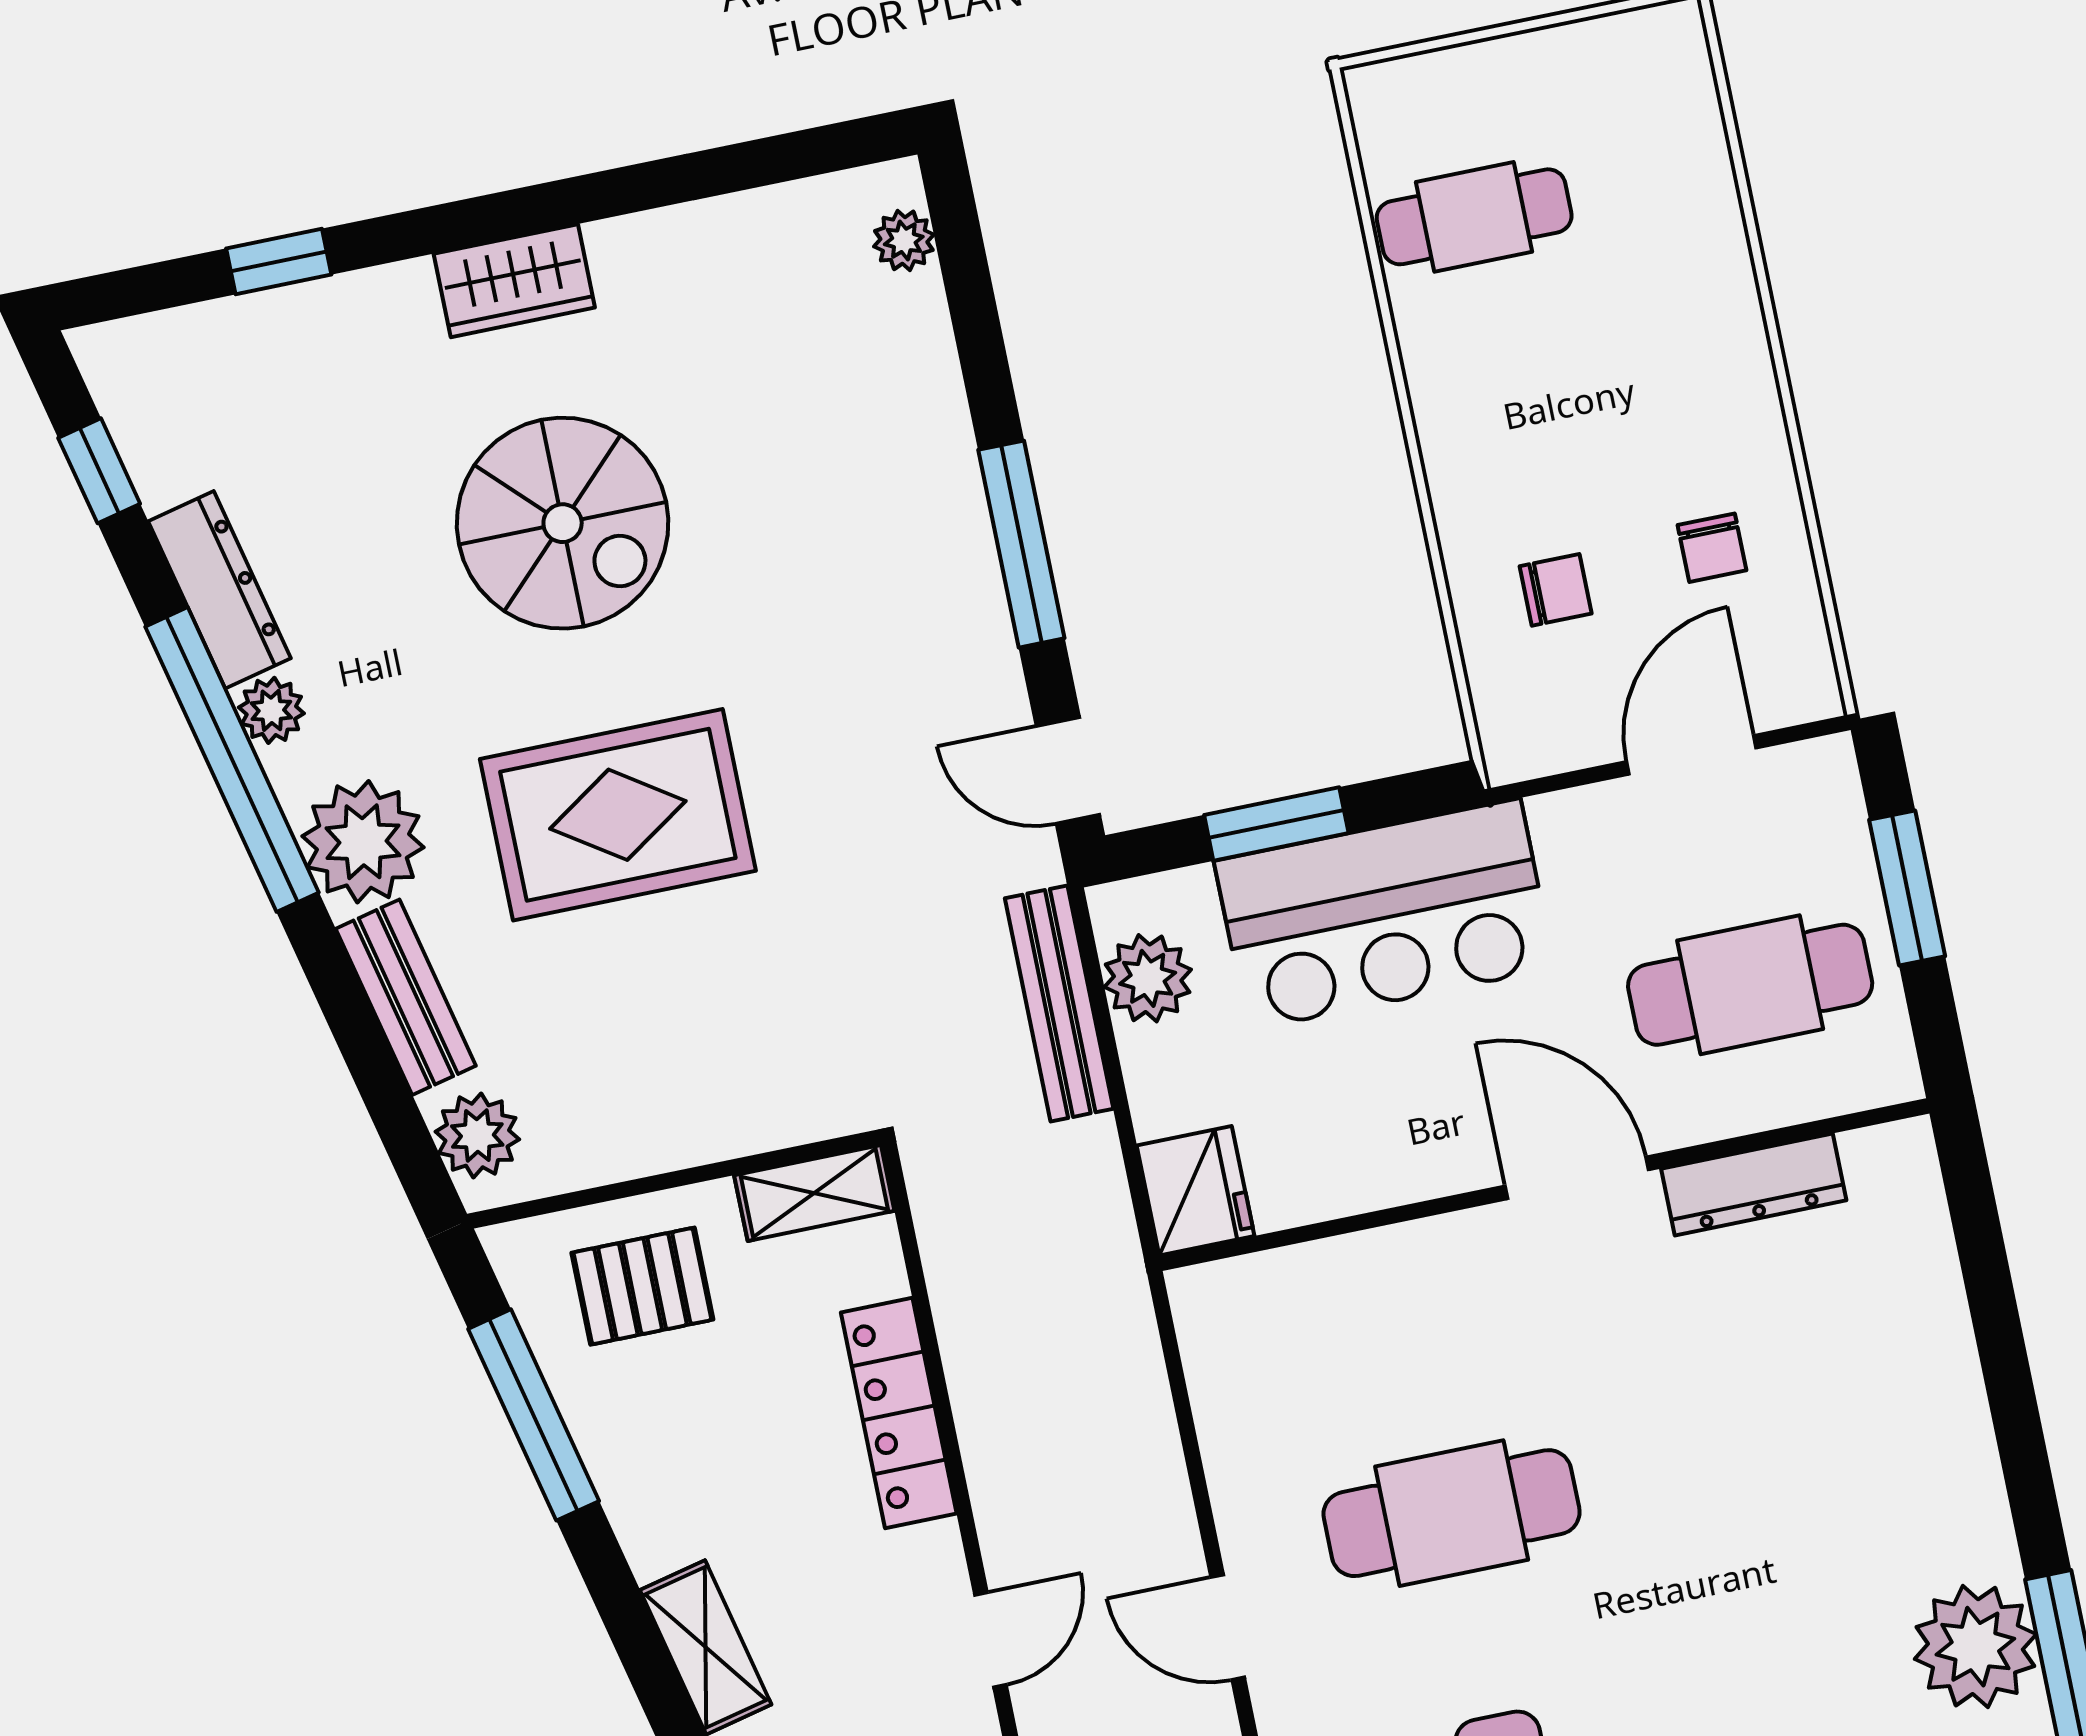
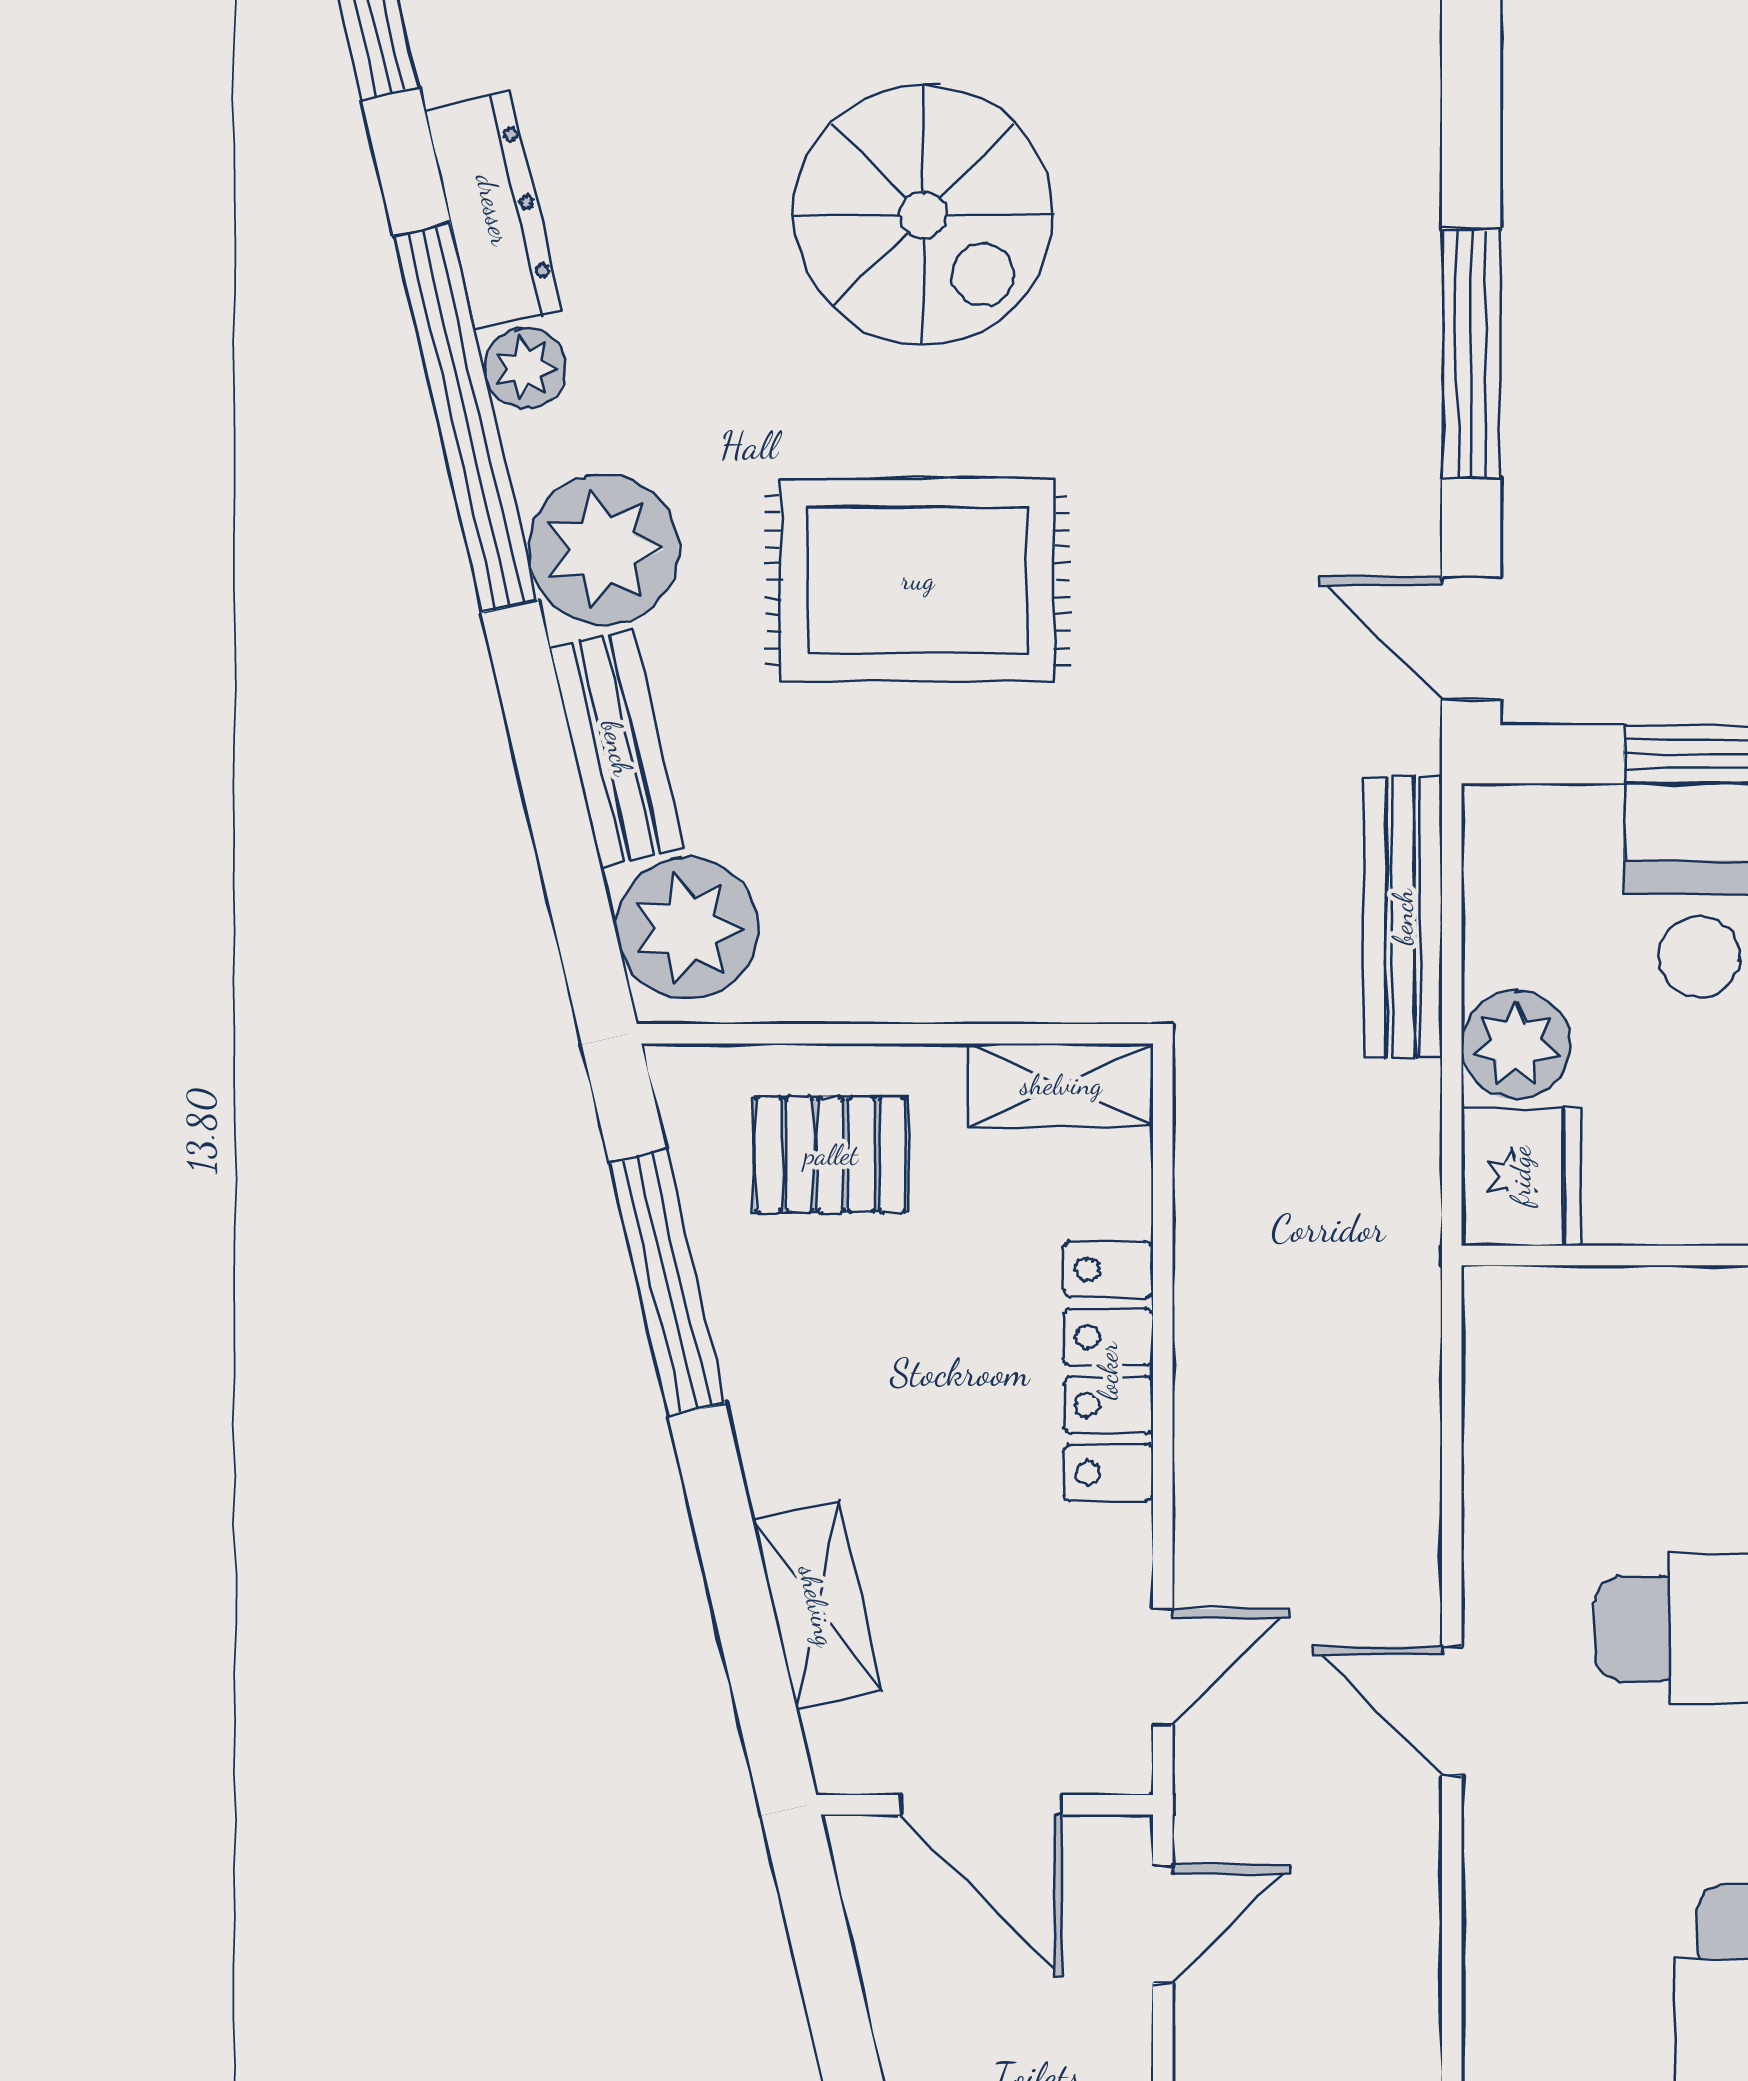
plant: (1148, 978) -> (1516, 1045), moved
plant: (477, 1136) -> (687, 928), width x1.36, depth x1.36

